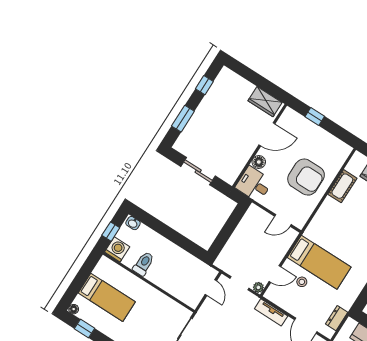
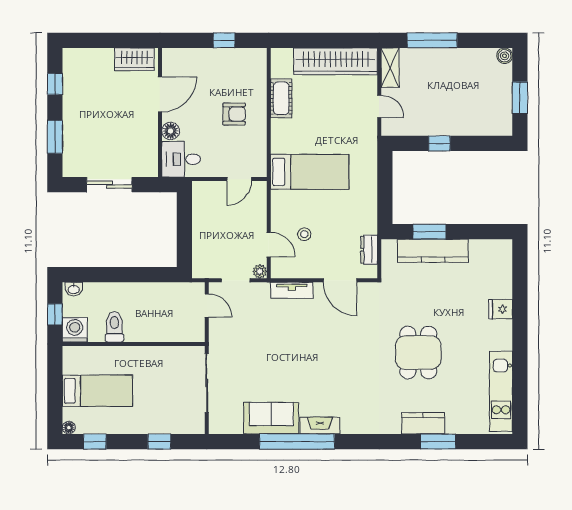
window: (315, 117) -> (224, 40), moved
armchair: (306, 177) -> (234, 114), width x0.53, depth x0.53
bed: (319, 262) -> (310, 172), moved
door: (275, 274) -> (269, 245), hinge flipped

